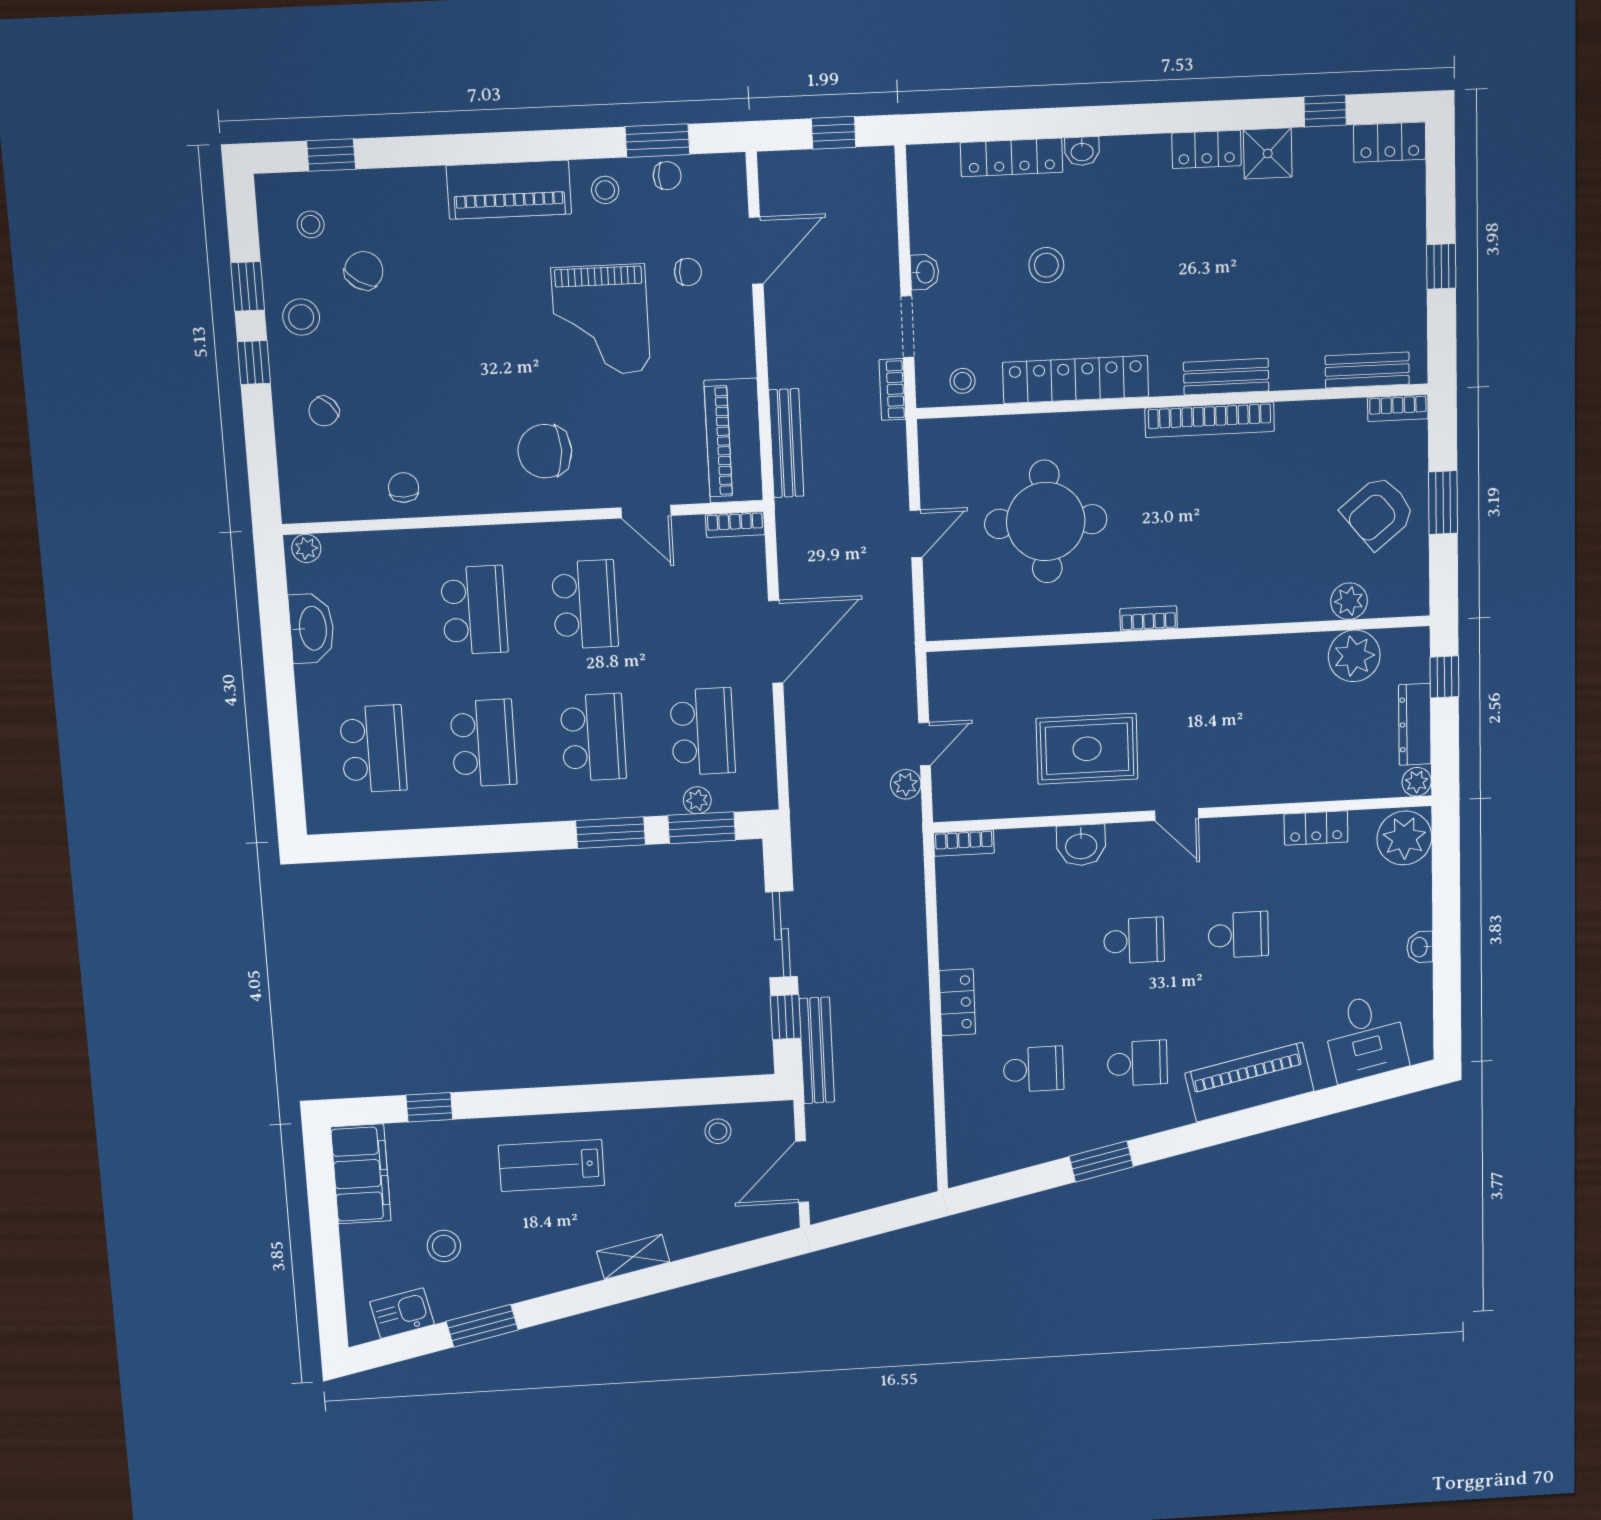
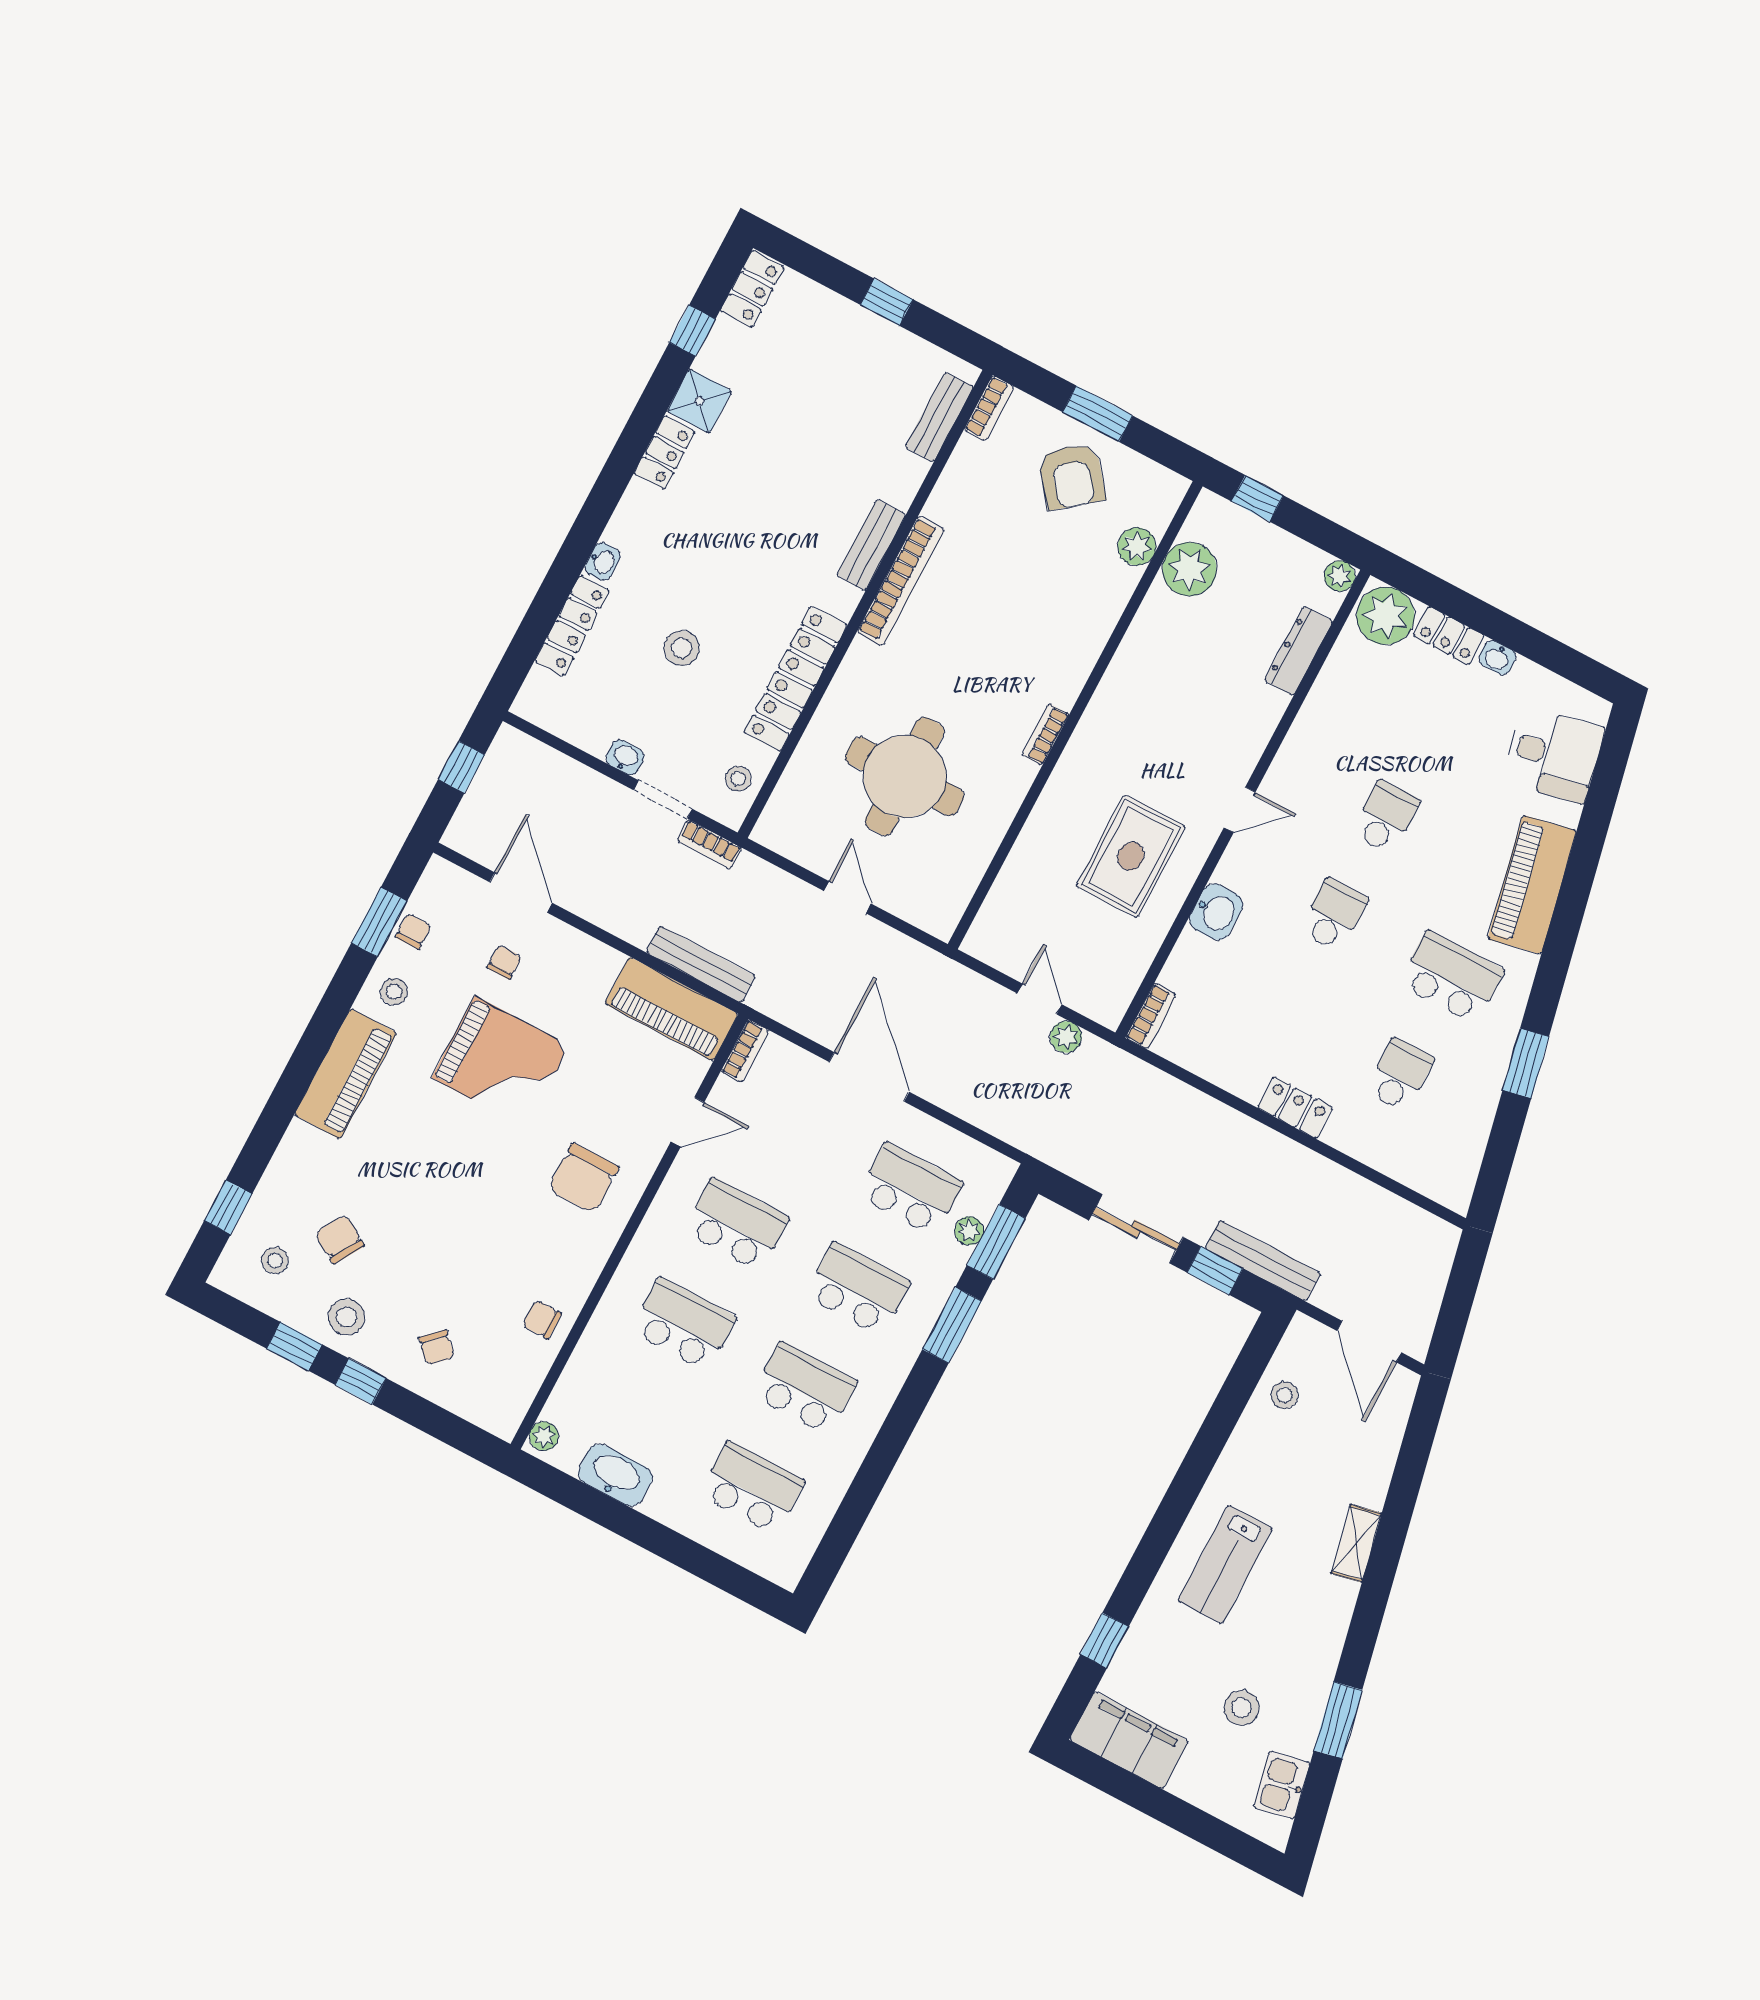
dresser: (1415, 724) -> (1299, 651), moved, turned 90
locker: (1316, 828) -> (1449, 636), moved, turned 90
school desk: (1137, 1063) -> (1452, 977), width x1.85

